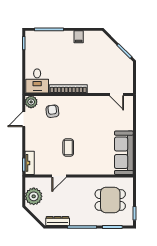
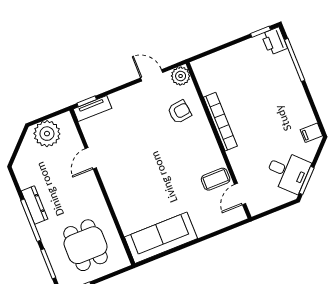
printer: (33, 37) -> (274, 41), added
filing cabinet: (79, 37) -> (311, 133), moved
desk: (37, 81) -> (288, 172), moved, turned -135
coffee table: (68, 148) -> (216, 179), moved
door: (59, 176) -> (91, 158), hinge flipped
dresser: (58, 221) -> (34, 205), moved

